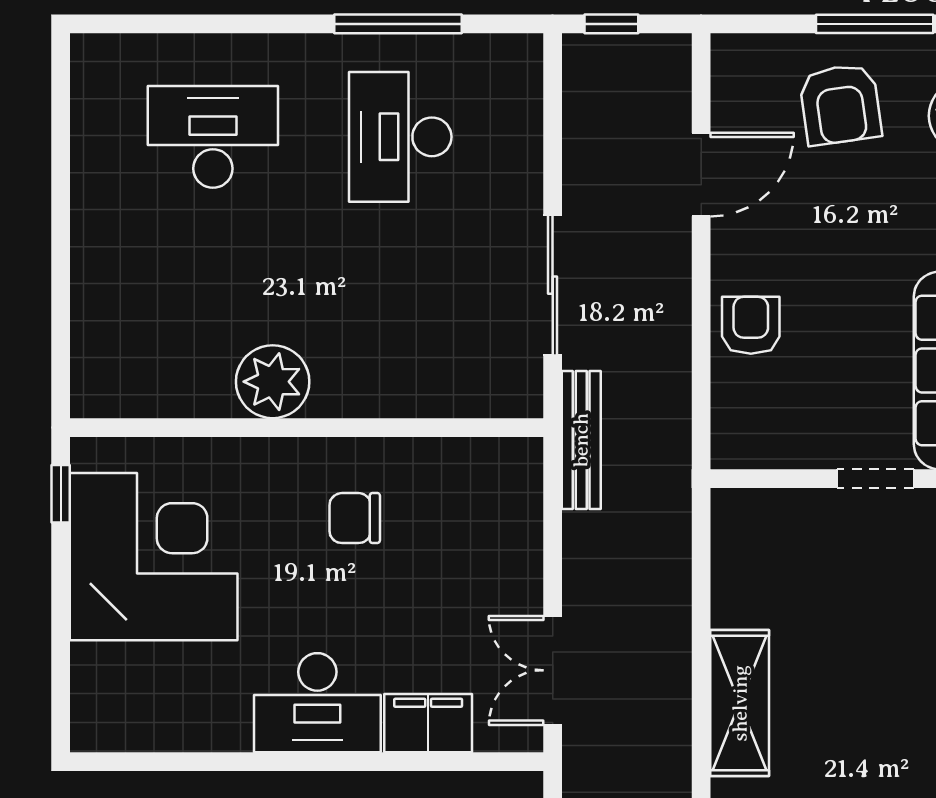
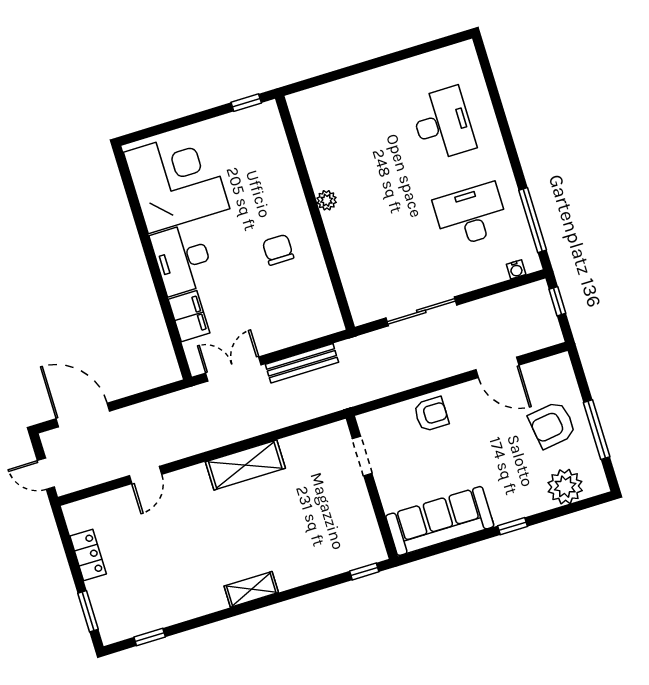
window: (398, 24) -> (533, 220), moved
water cooler: (528, 83) -> (516, 269), added
plant: (273, 382) -> (327, 200), width x0.53, depth x0.53
bench: (581, 440) -> (302, 363), moved
doorway: (875, 479) -> (362, 456), moved
corner desk: (154, 557) -> (177, 180), moved, turned -90

